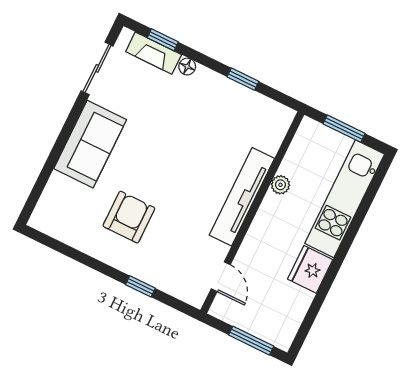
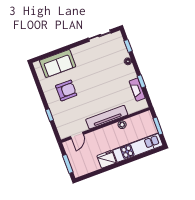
fireplace: (154, 53) -> (137, 90), moved
sofa: (90, 144) -> (58, 63), moved

